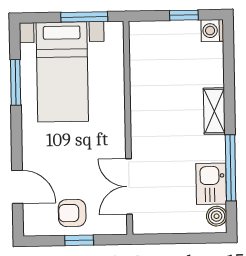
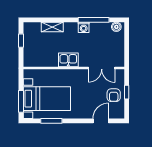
window: (84, 17) -> (21, 101), moved
washing machine: (212, 31) -> (84, 27), moved
shelving: (214, 111) -> (52, 27), moved
kitchen sink: (211, 184) -> (68, 60), moved, turned 180

